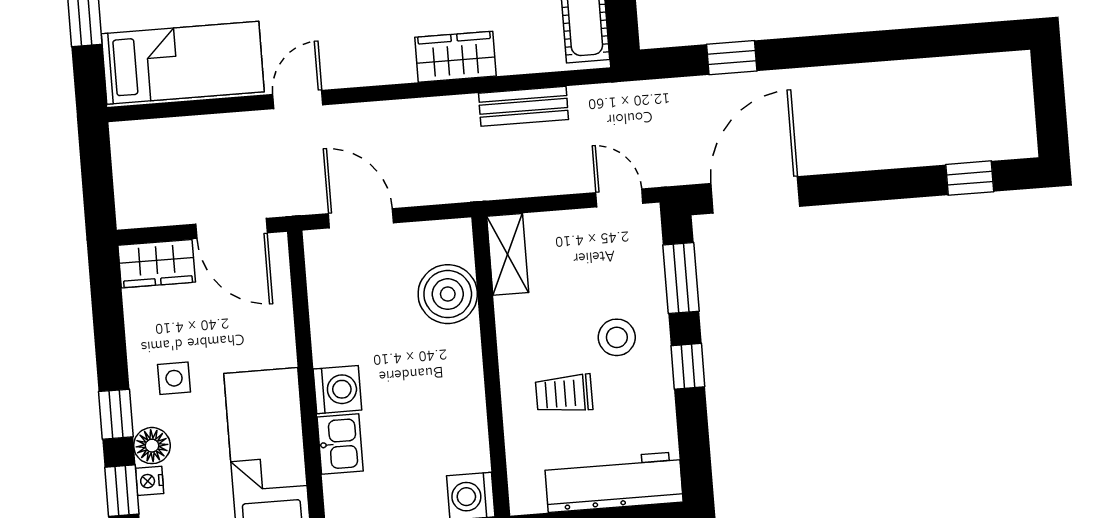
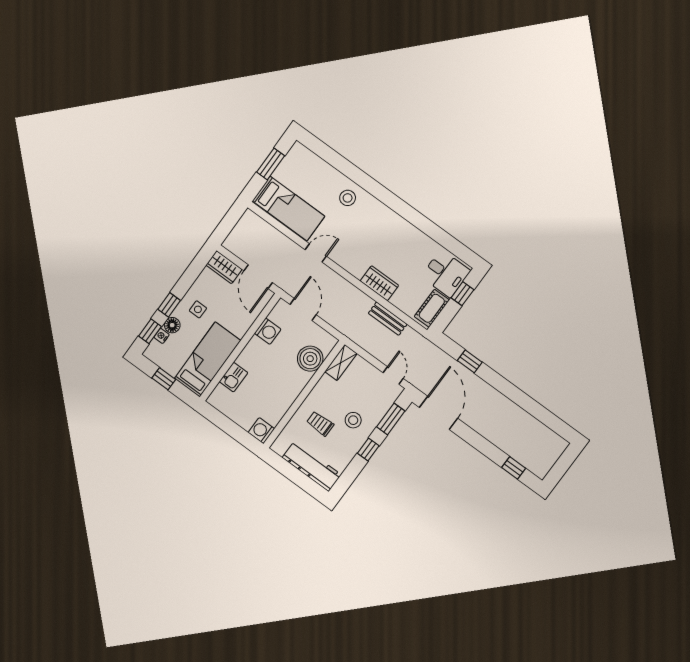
door: (755, 195) -> (439, 413), hinge flipped
washing machine: (337, 390) -> (268, 331), moved

